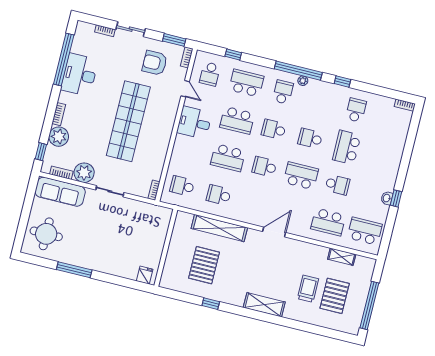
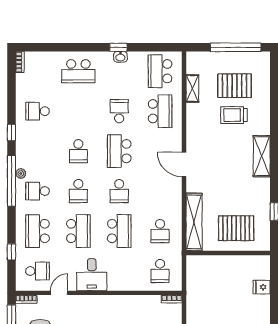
school desk: (347, 147) -> (78, 71), moved
wall: (166, 248) -> (228, 253), moved

